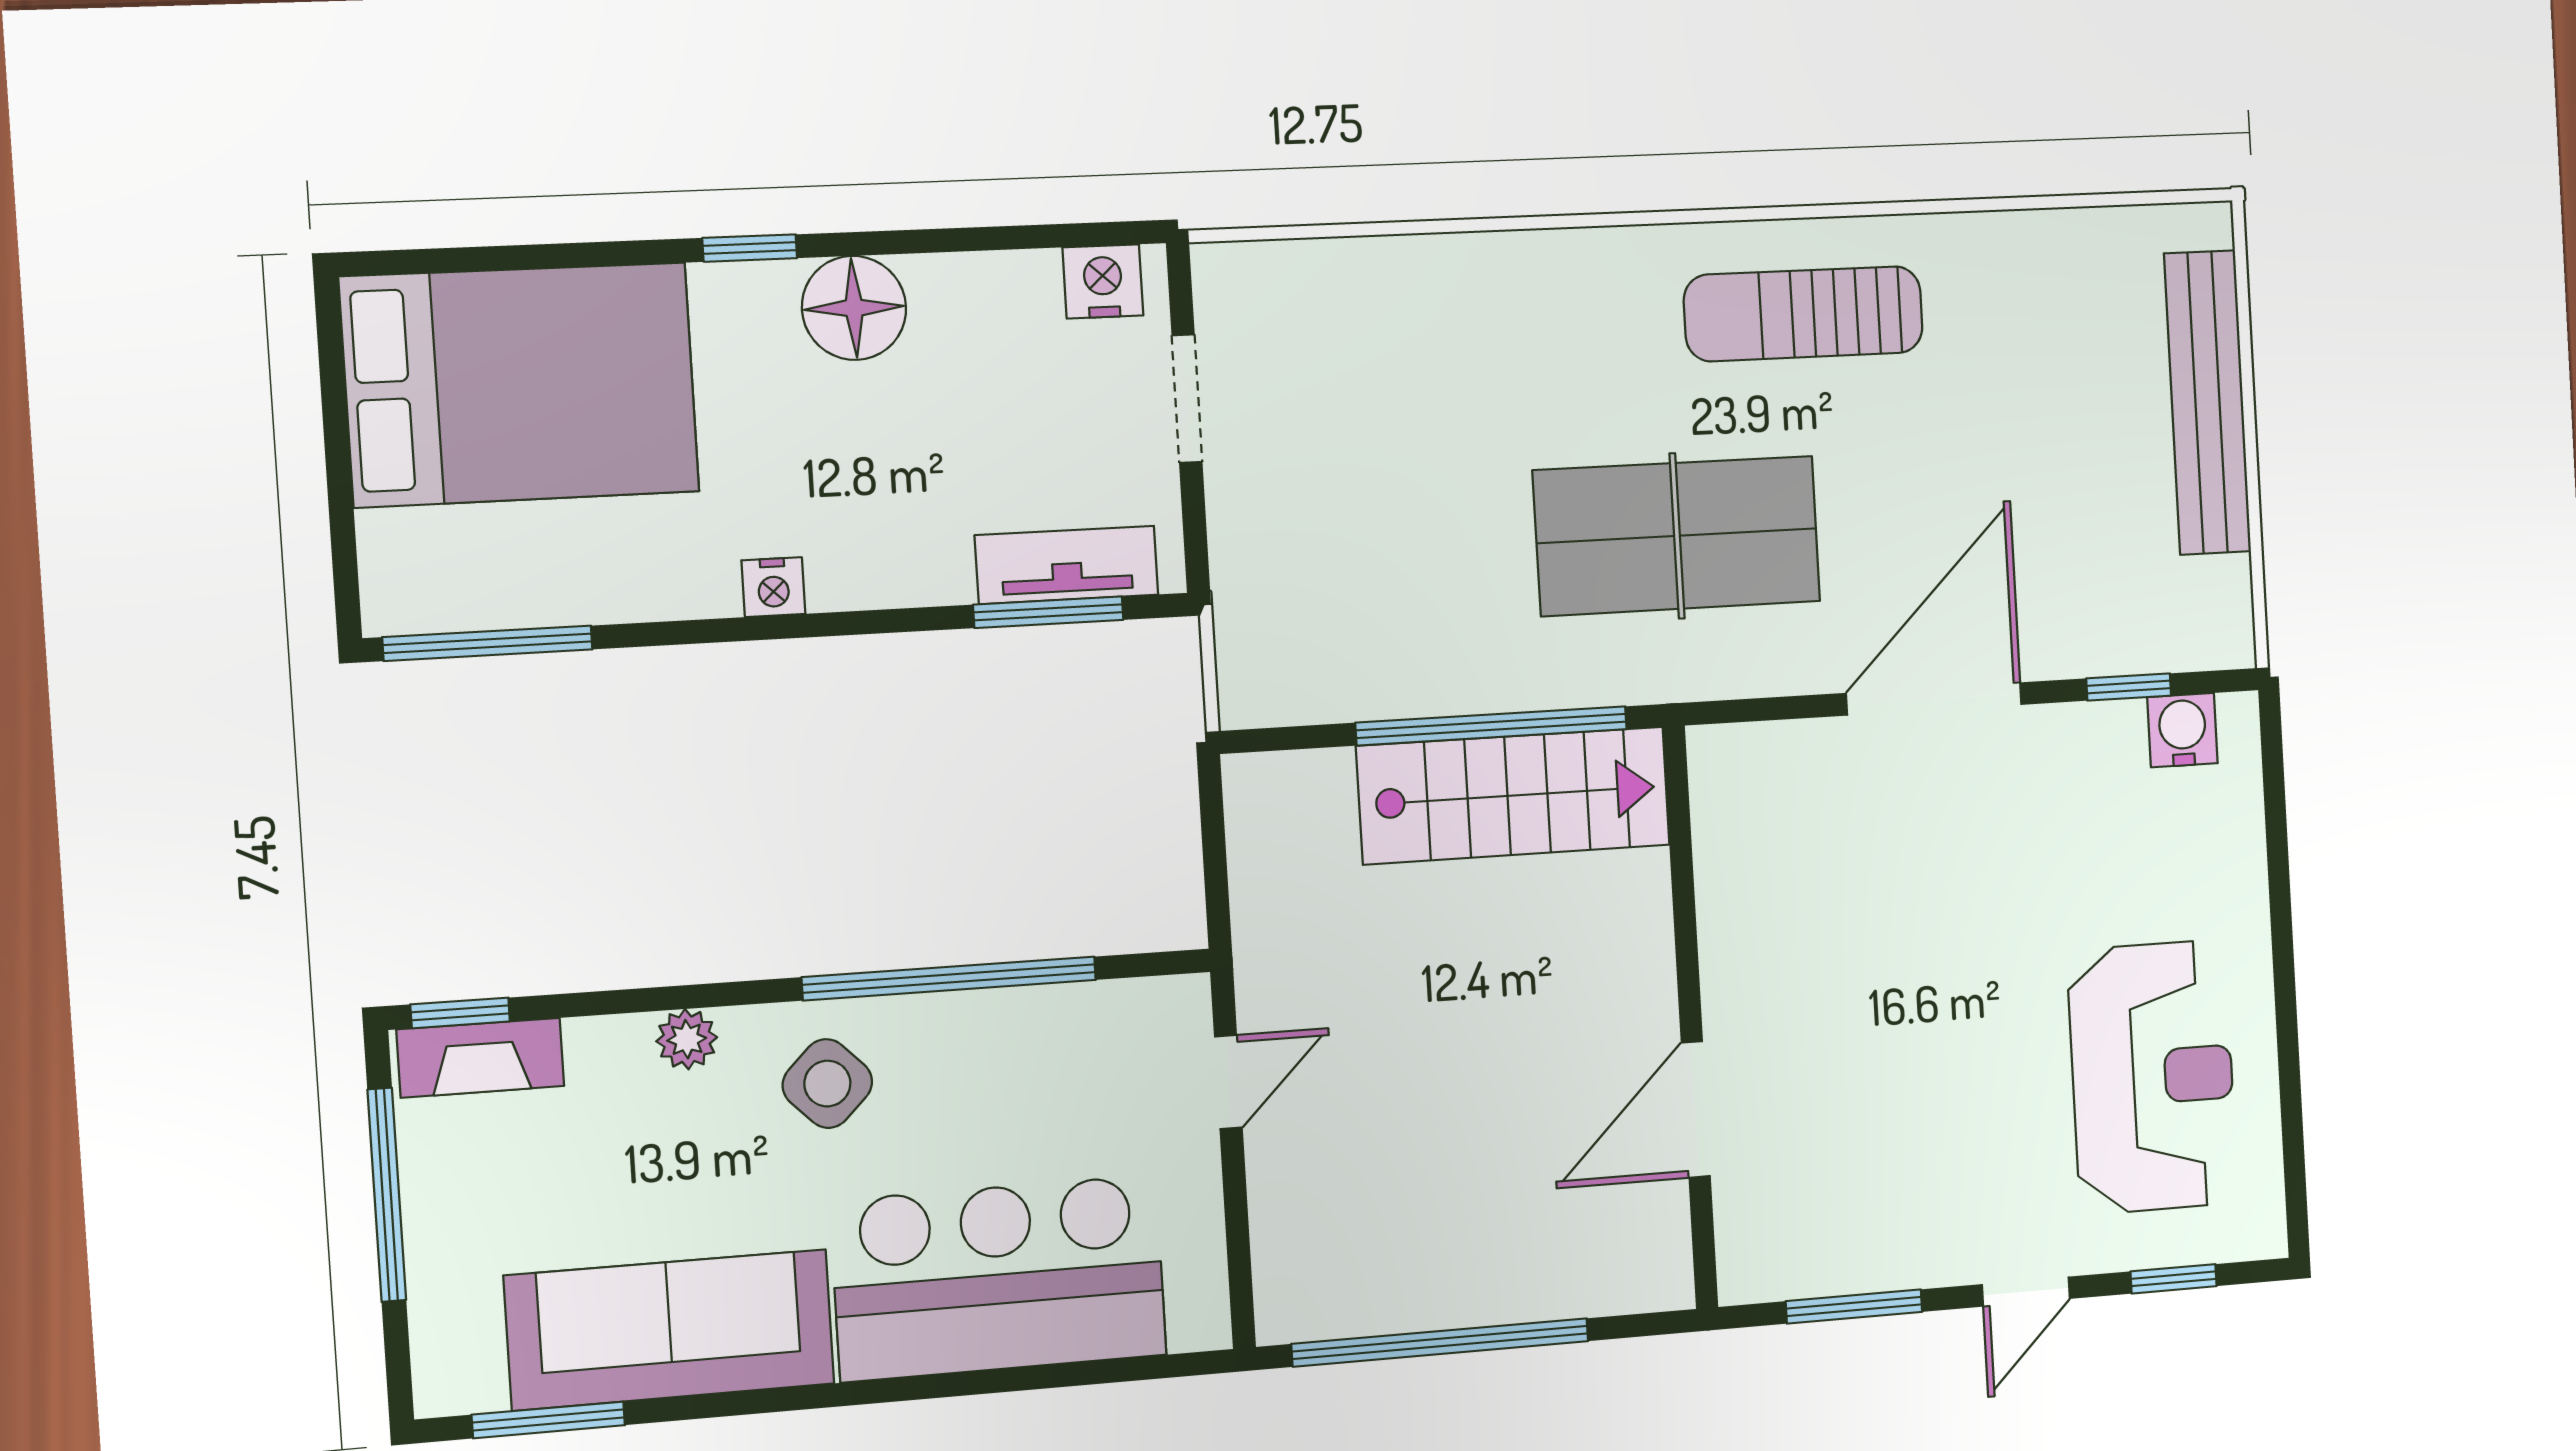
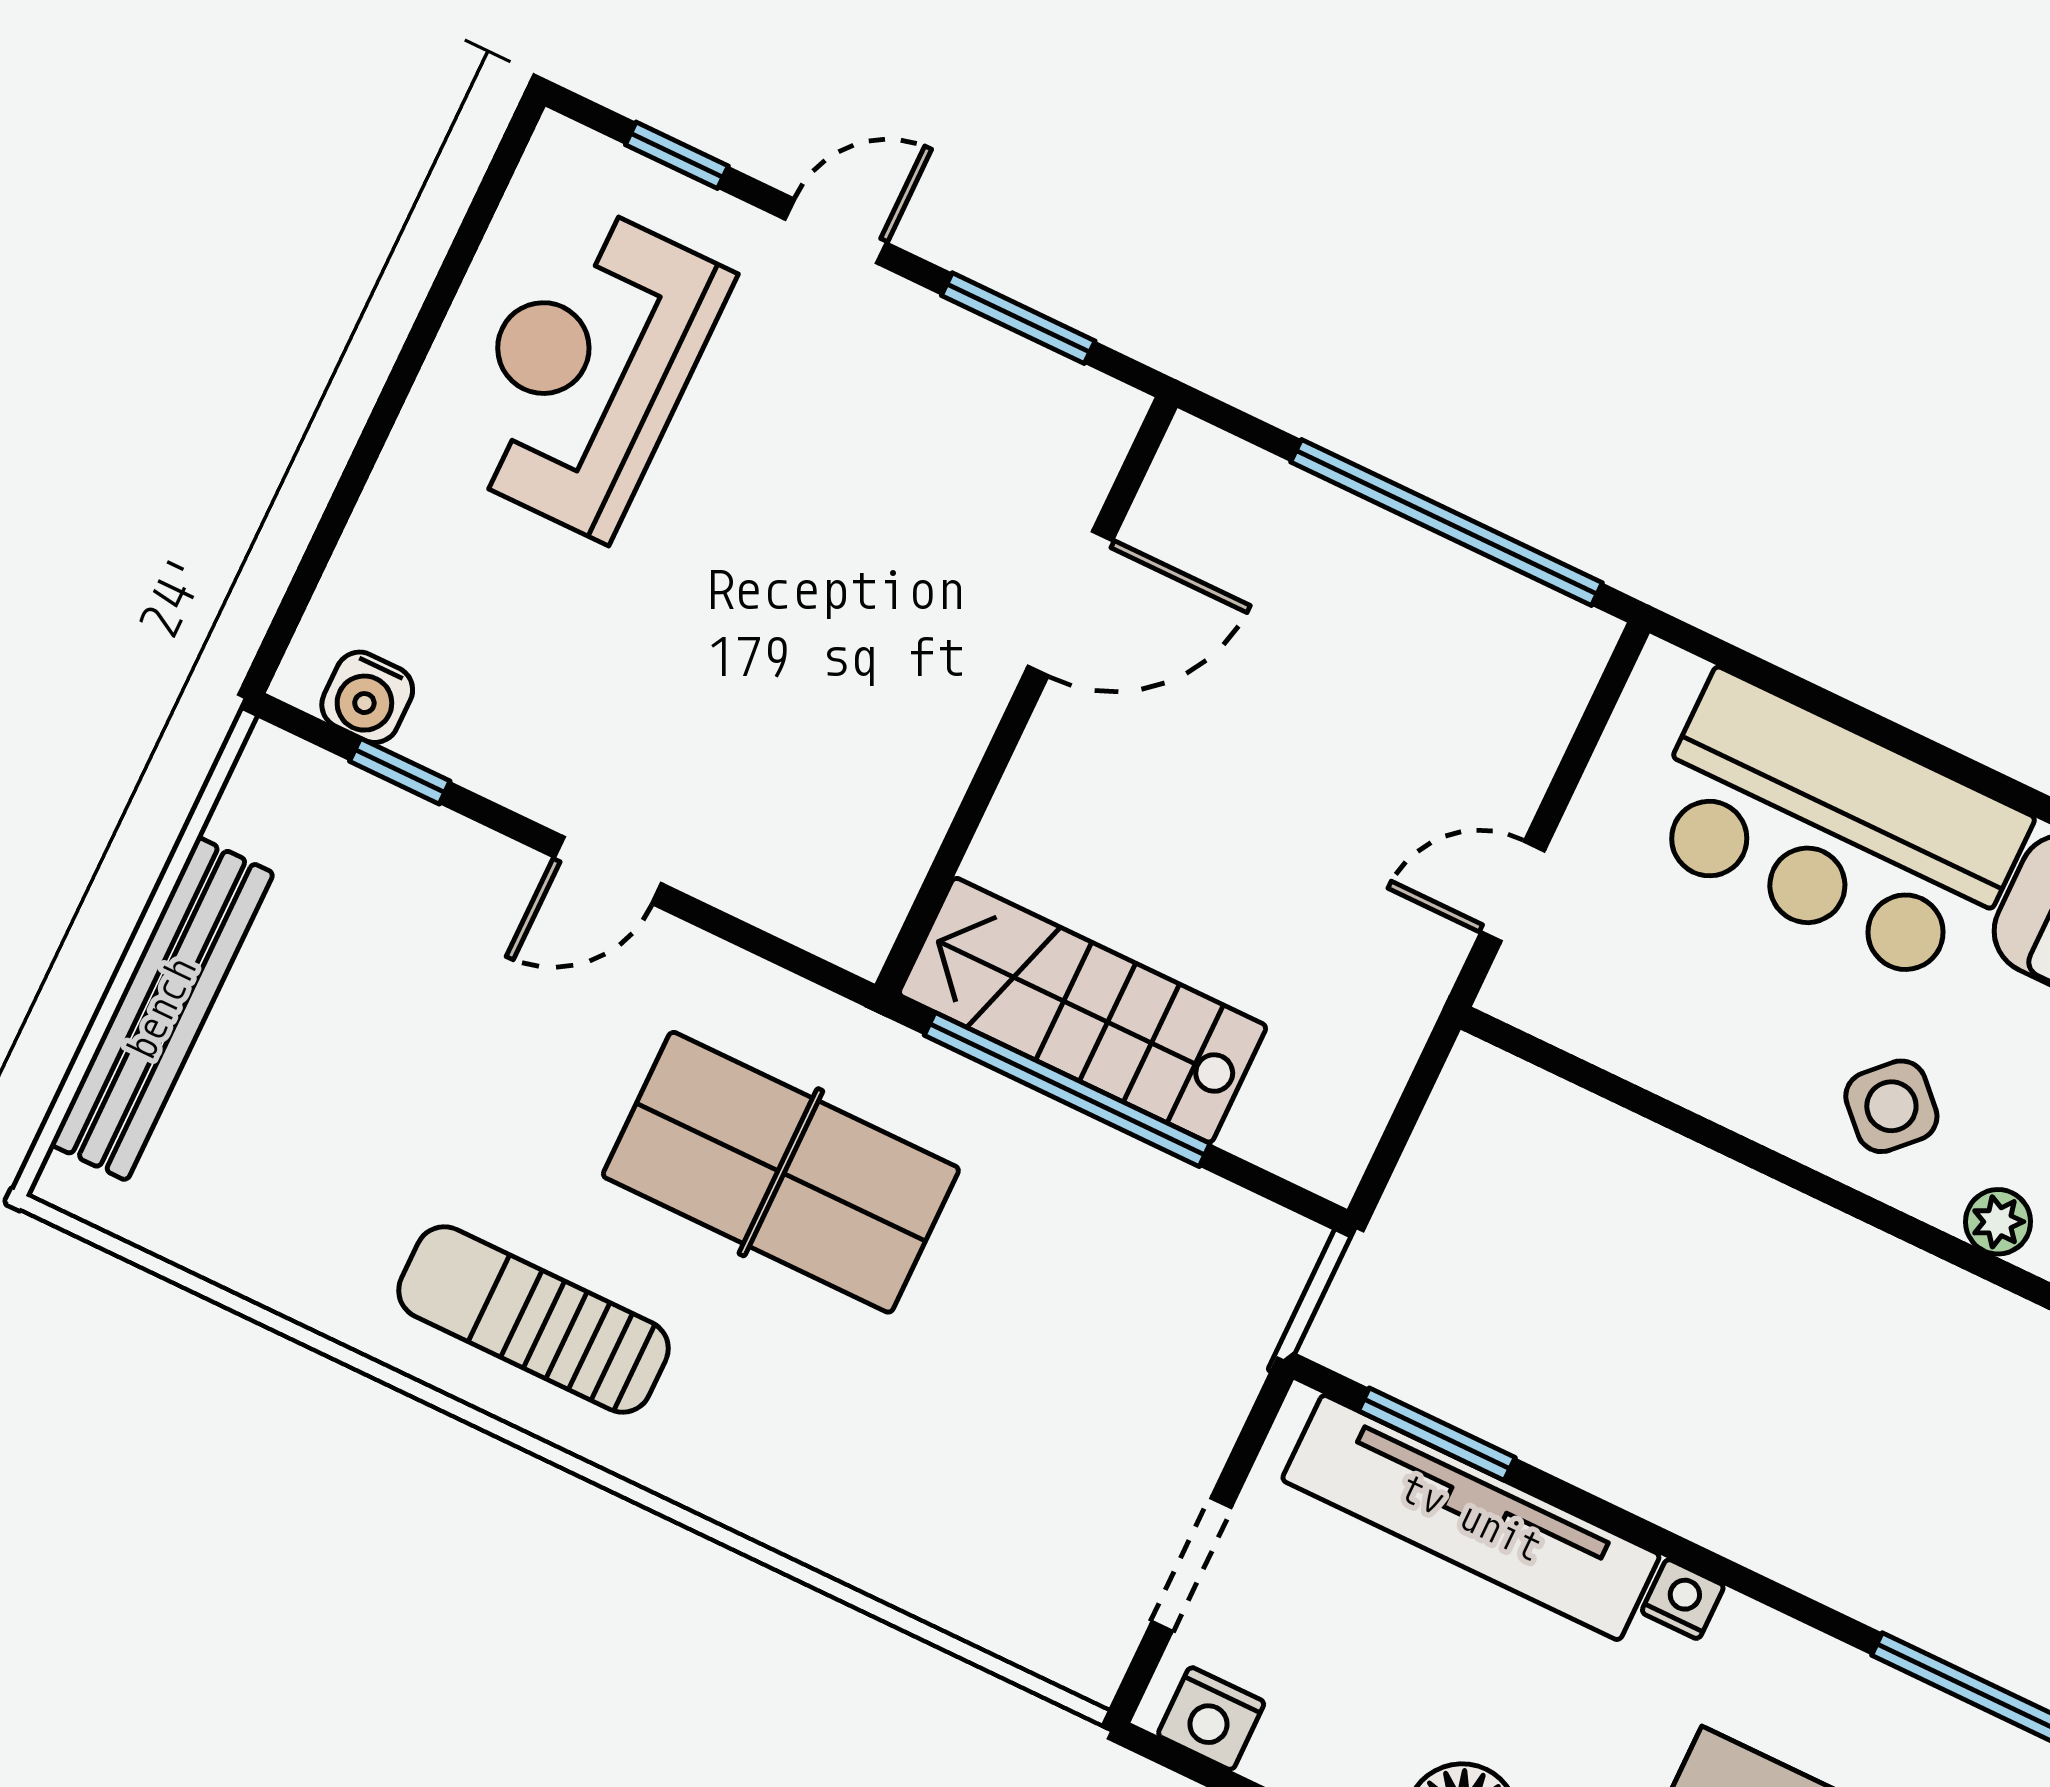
sun lounger: (1804, 314) -> (533, 1319), turned 180
tv unit: (1067, 565) -> (1471, 1518), width x1.92, depth x1.29
door: (1934, 699) -> (608, 870), width x0.53
window: (949, 979) -> (1723, 1140), removed

